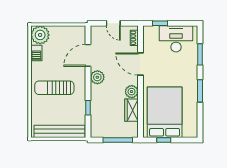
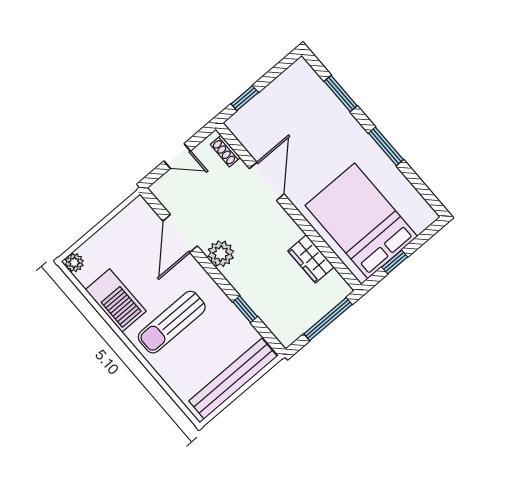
plant: (40, 35) -> (74, 263), width x0.53, depth x0.53
desk: (176, 39) -> (287, 101), removed
barbecue: (36, 53) -> (116, 300), width x1.88, depth x1.53
door: (140, 64) -> (267, 181), swing flipped
plant: (132, 92) -> (288, 232), removed

